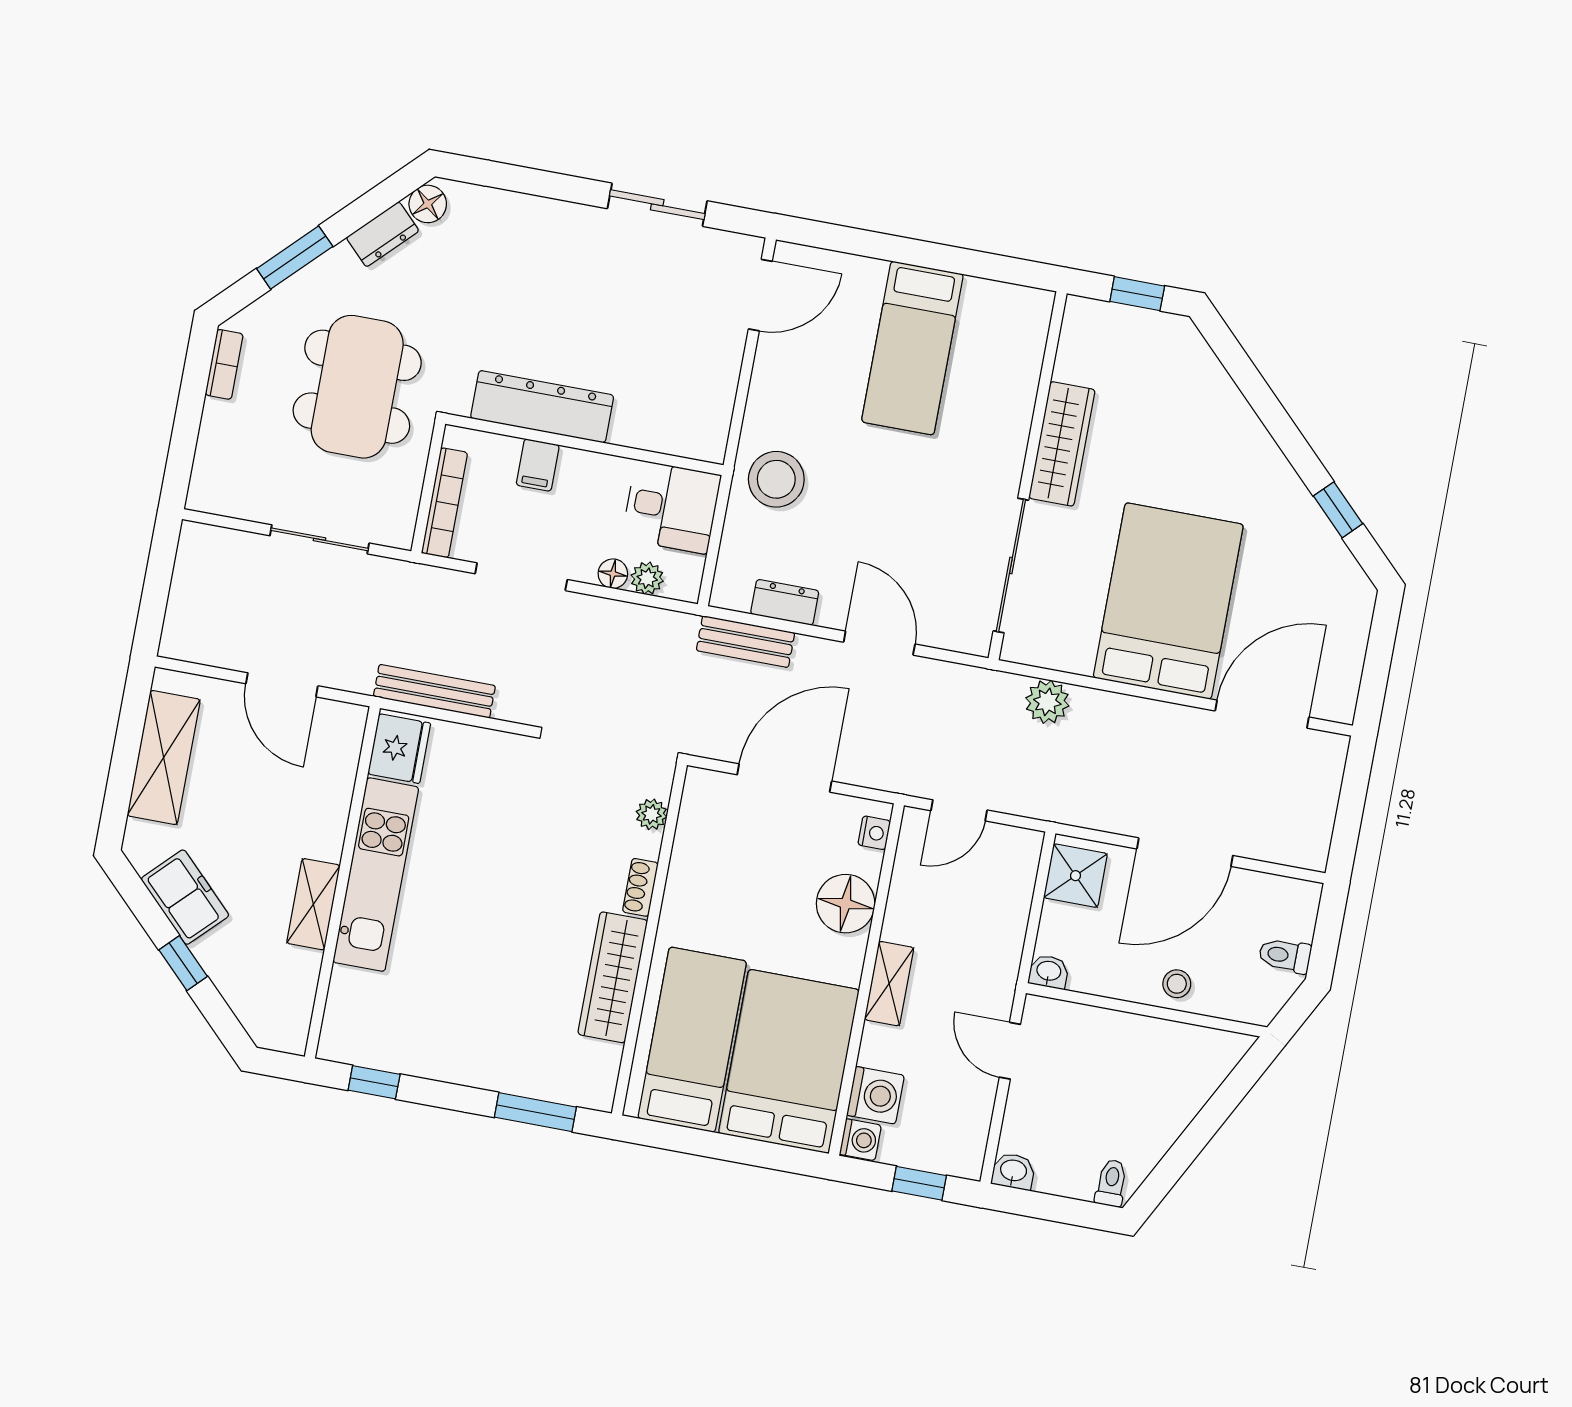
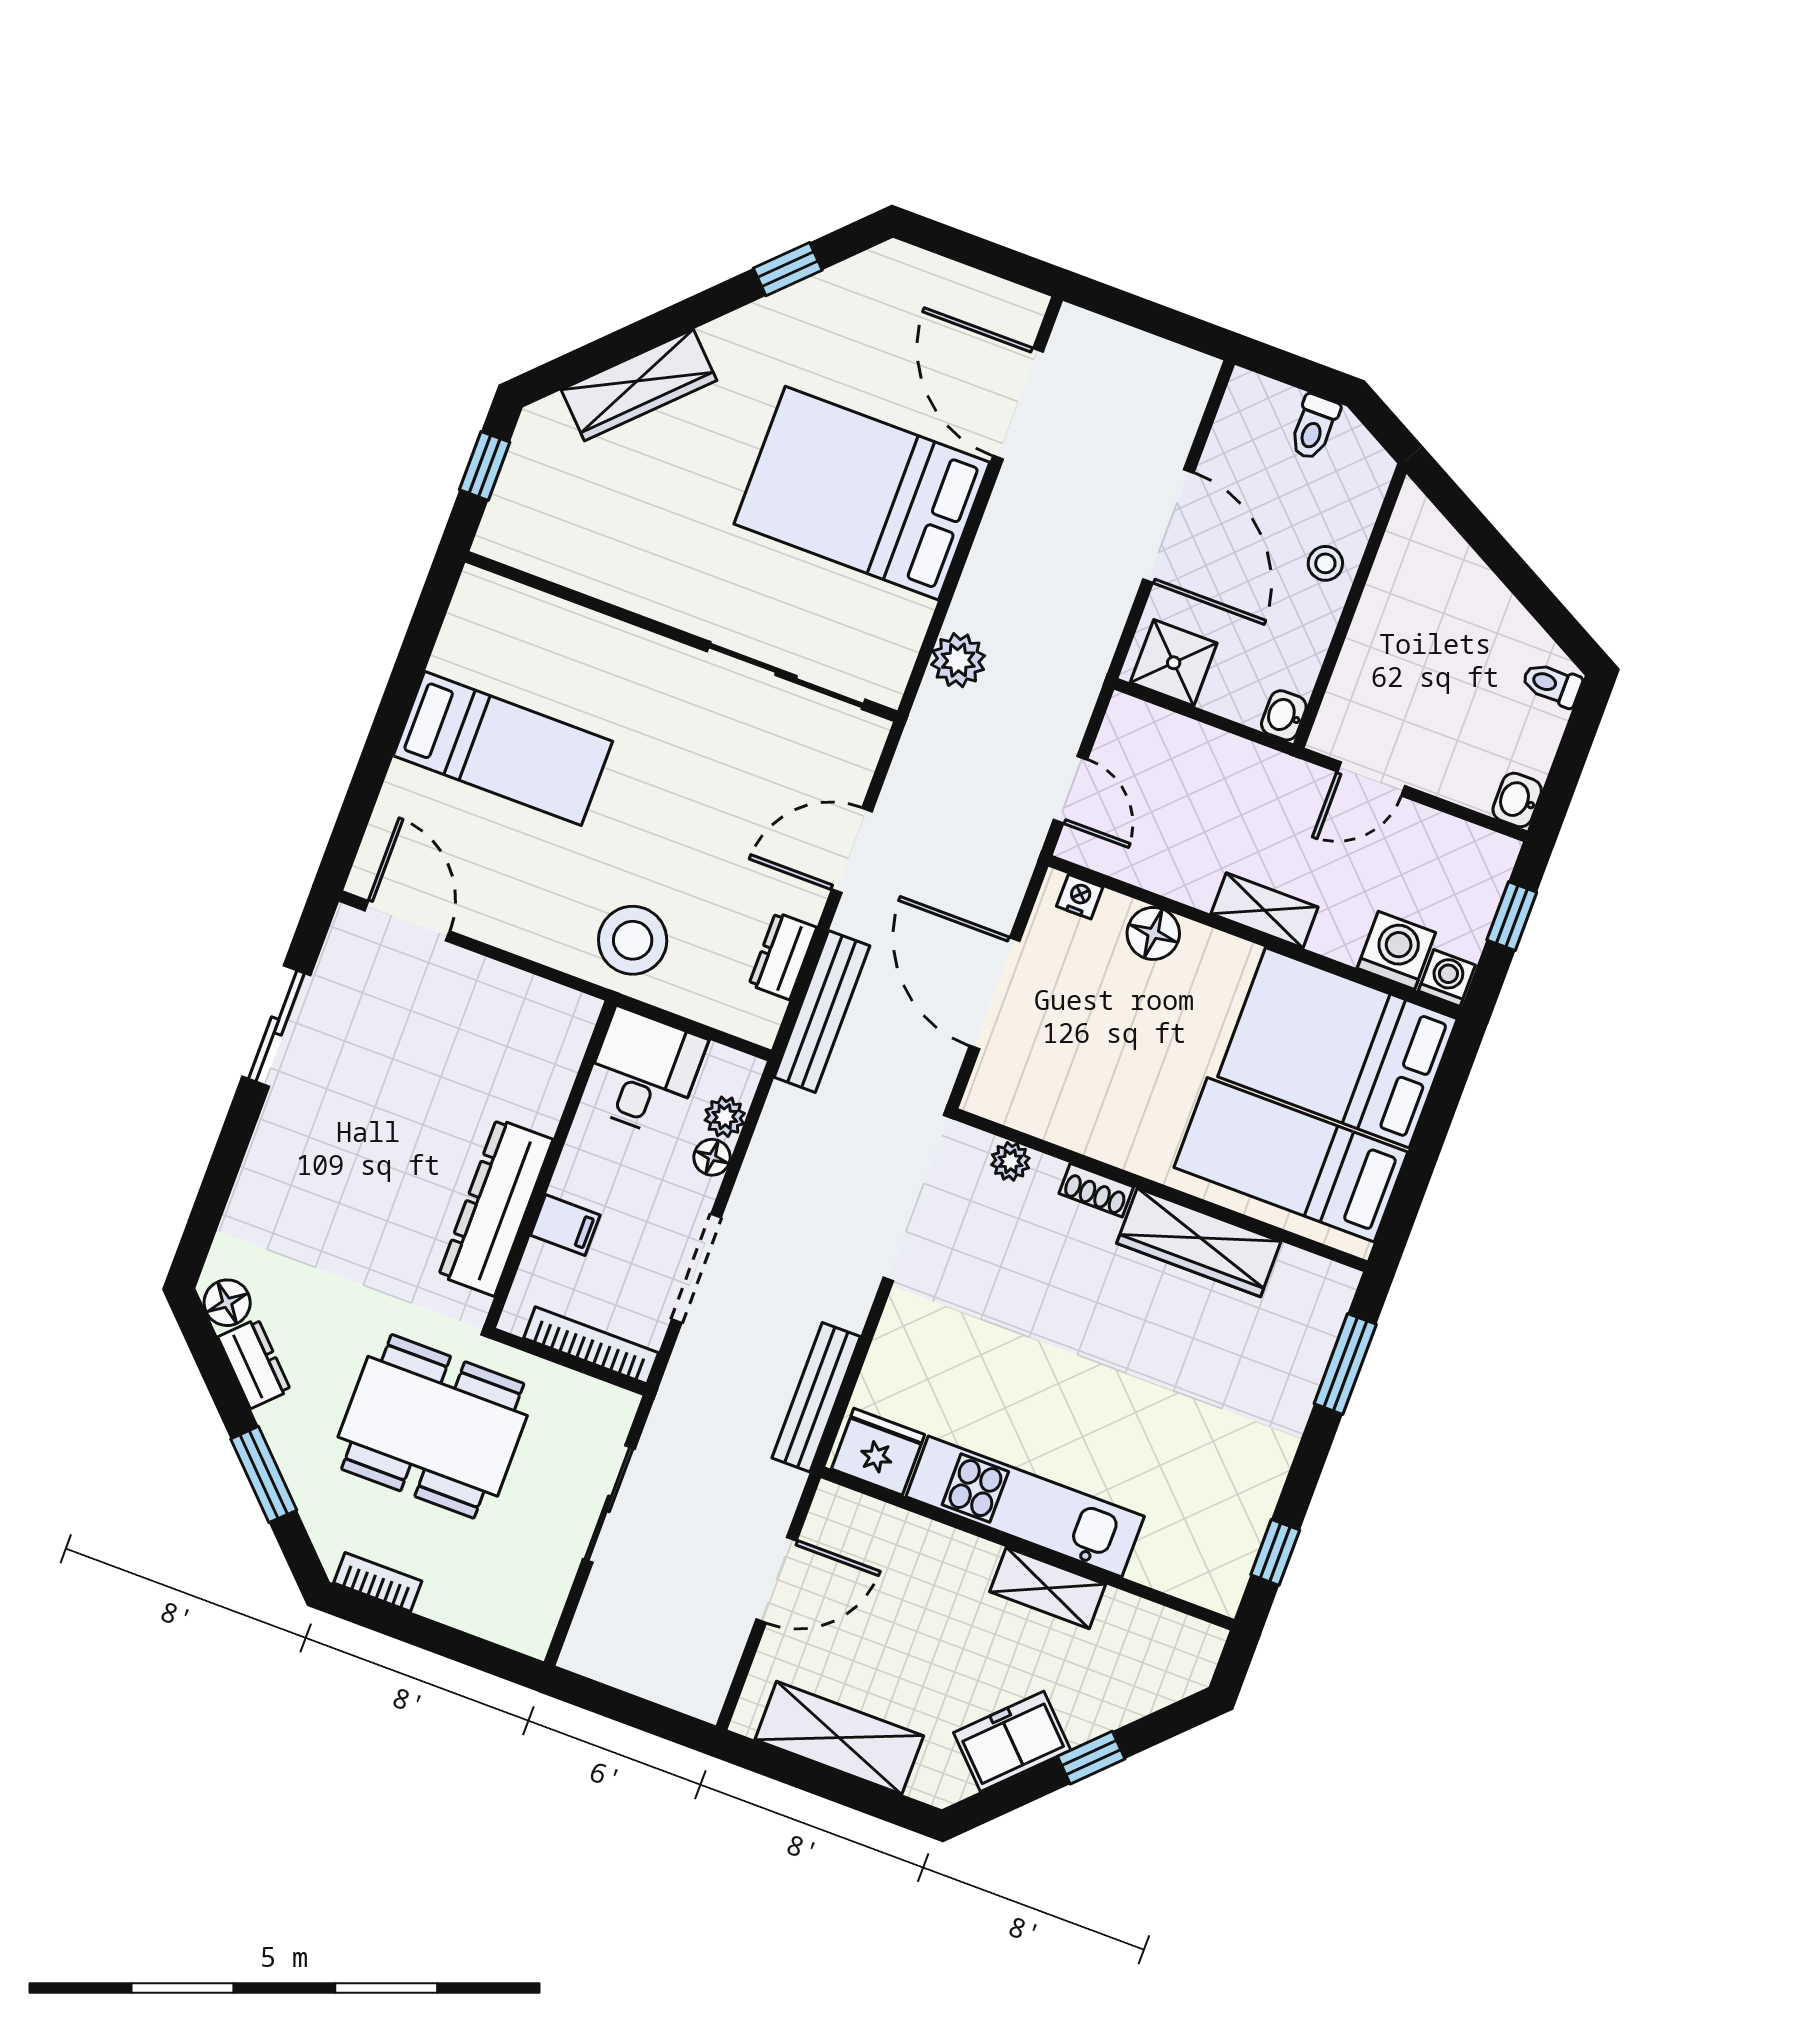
wardrobe: (1062, 444) -> (639, 385), moved, turned 135
bench: (746, 642) -> (822, 1012), width x1.36
floor lamp: (846, 904) -> (1153, 933), width x0.73, depth x0.73

